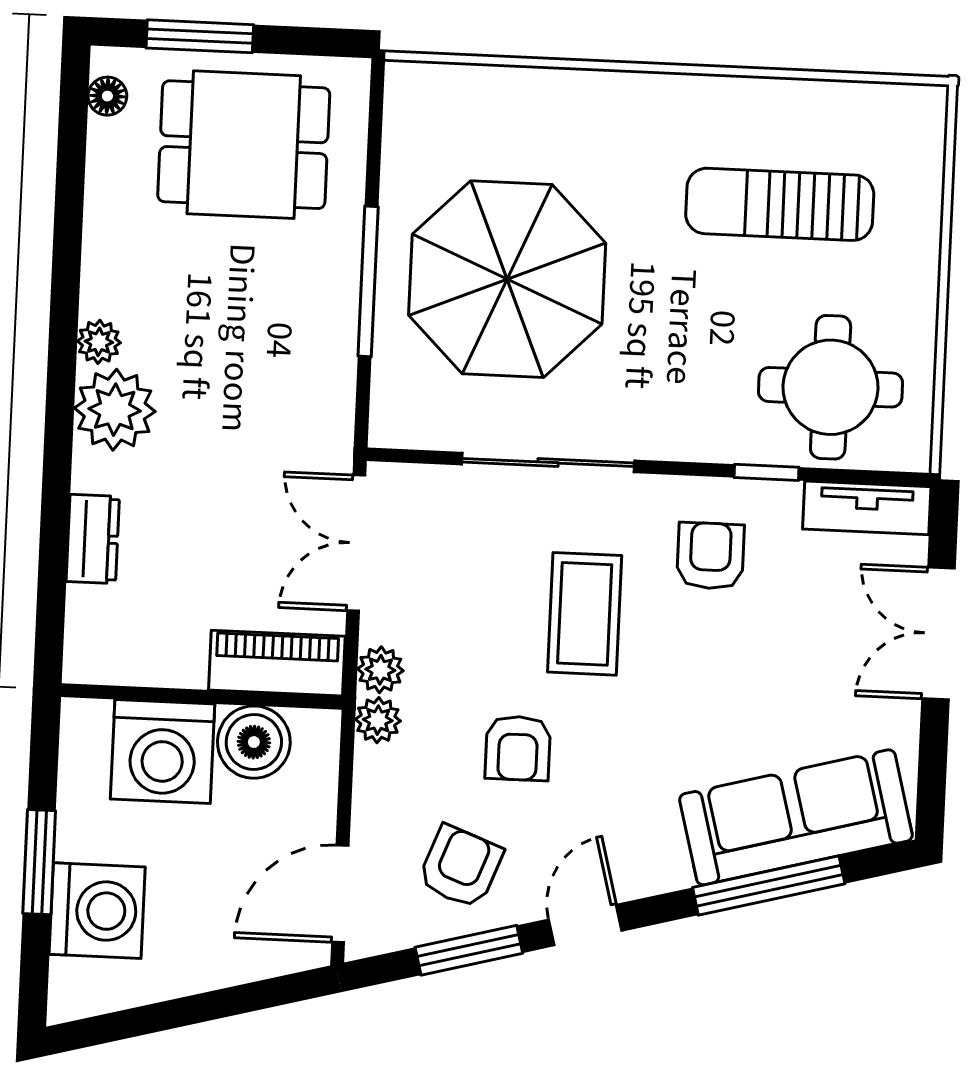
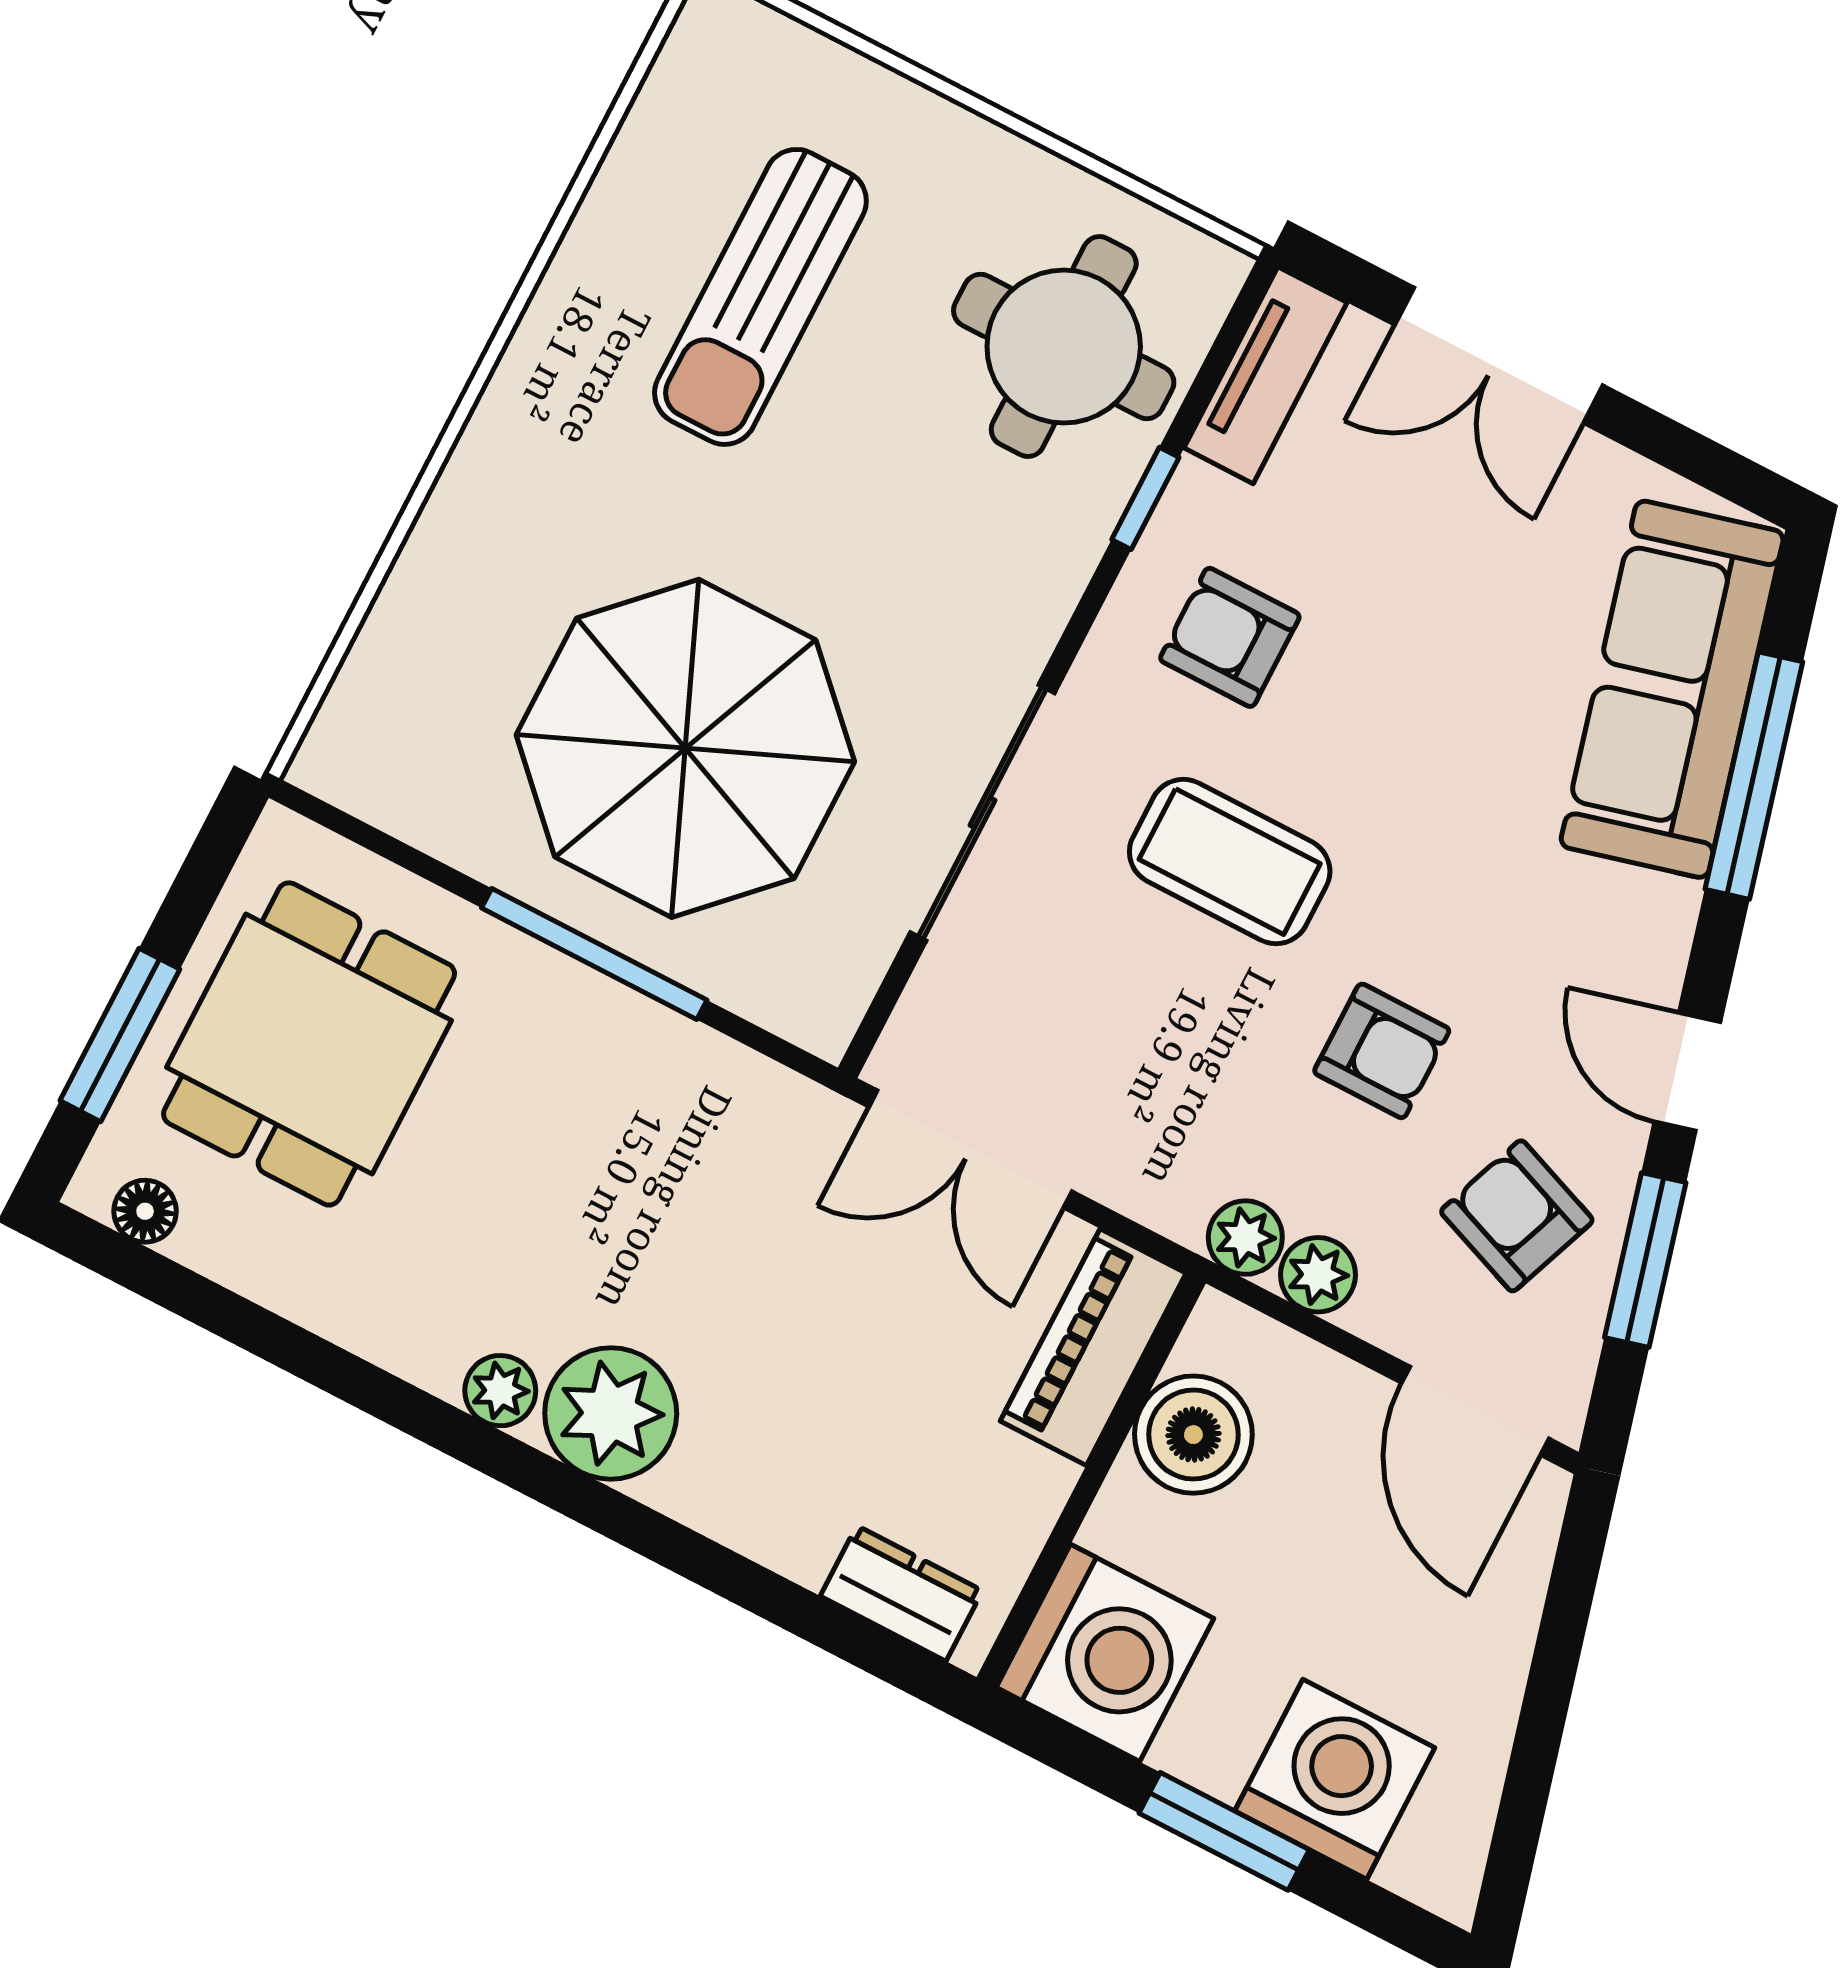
dresser: (93, 539) -> (901, 1593), moved
plant: (380, 670) -> (1318, 1275), moved
washing machine: (163, 751) -> (1105, 1653), moved

